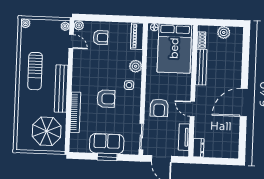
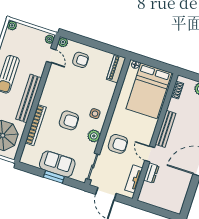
plant: (136, 66) -> (94, 136), moved
bench: (201, 67) -> (166, 129), moved
armchair: (159, 108) -> (118, 144), turned -90
dresser: (198, 148) -> (151, 173), moved

